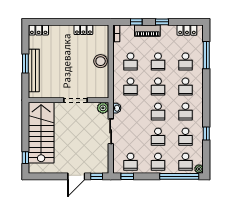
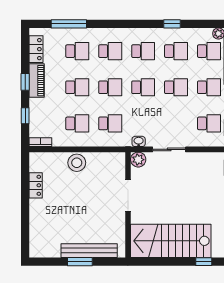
locker: (39, 30) -> (36, 244), removed
piano: (147, 31) -> (37, 81), moved

